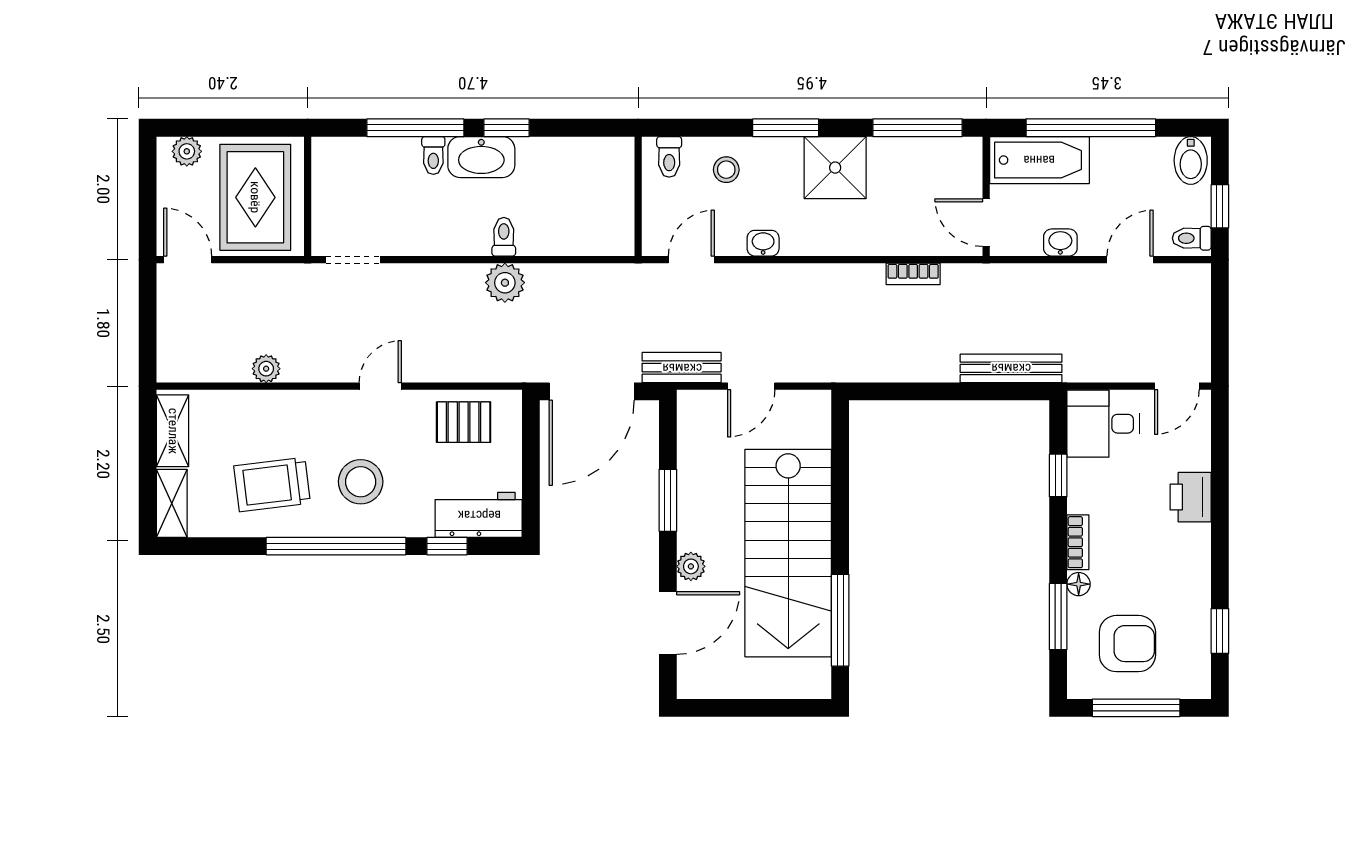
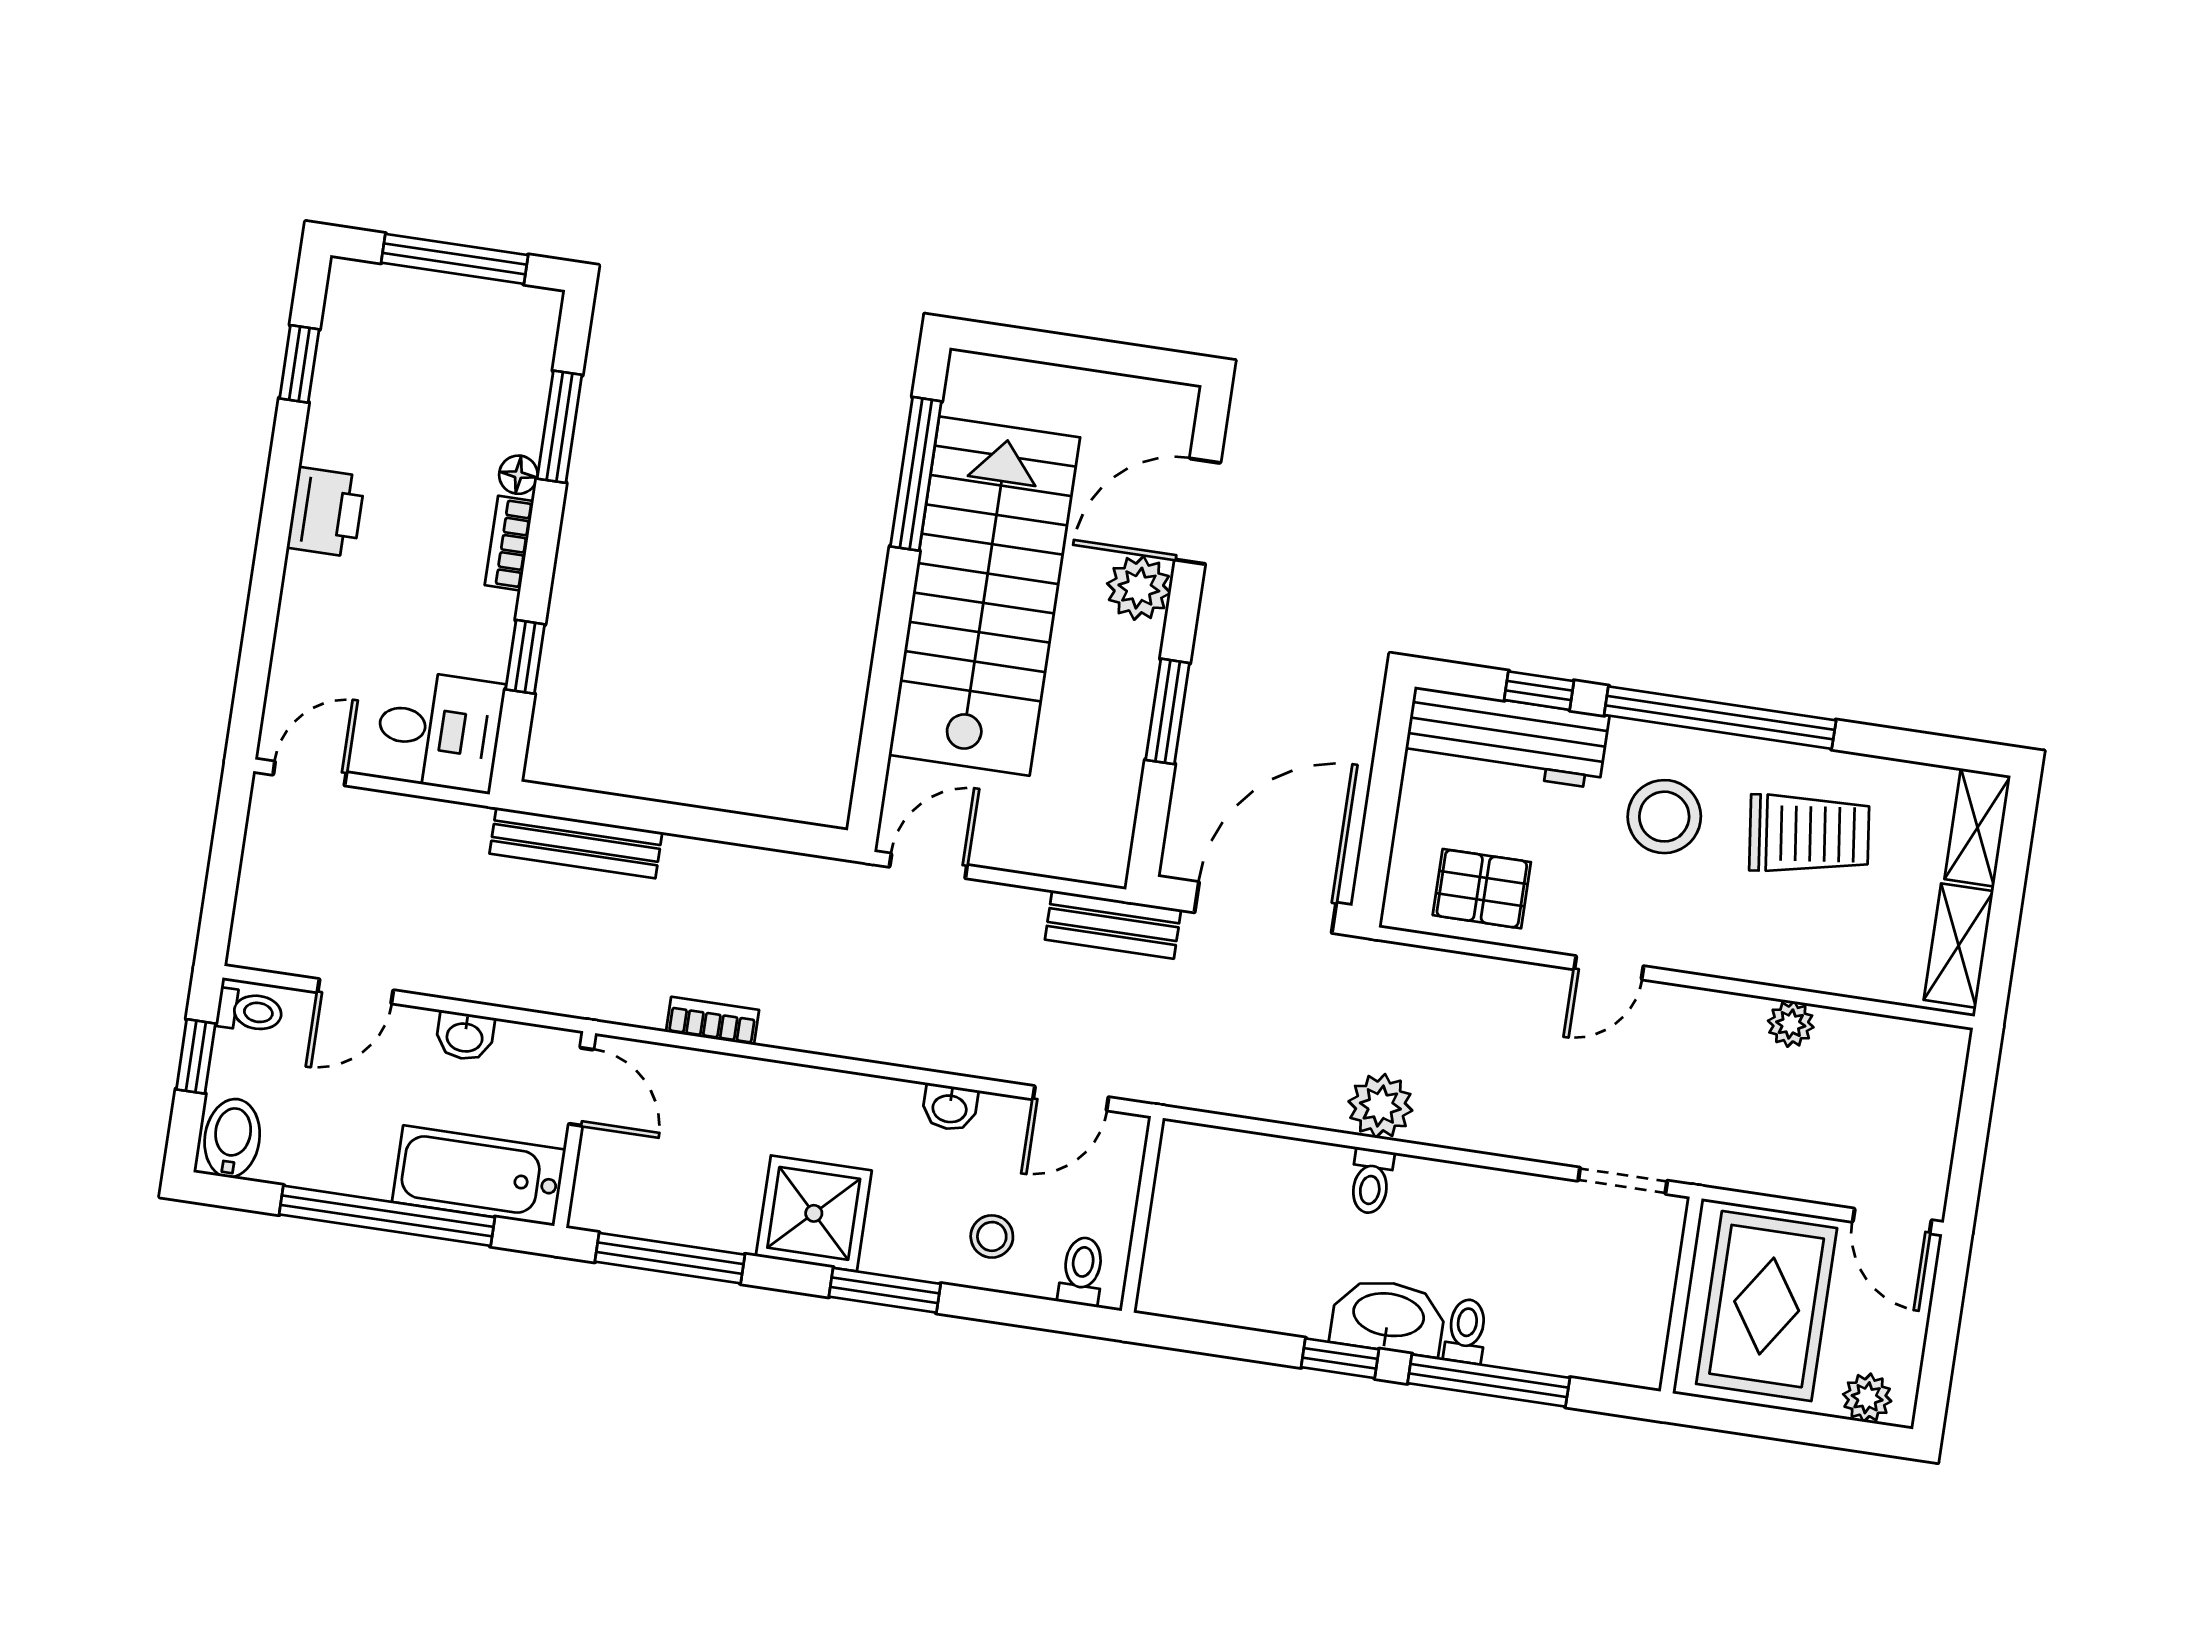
door: (751, 386) -> (928, 866), moved
printer: (1191, 497) -> (326, 512), moved
workbench: (479, 515) -> (1507, 738), width x1.37
plant: (691, 566) -> (1139, 588), width x1.38, depth x1.38
armchair: (1127, 644) -> (453, 366), removed

